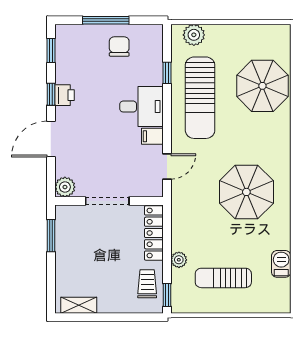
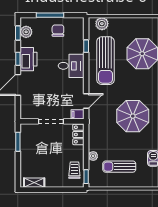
printer: (64, 95) -> (28, 59), width x1.87, depth x1.48
filing cabinet: (152, 136) -> (78, 114), moved
plant: (65, 187) -> (26, 32), moved
locker: (154, 233) -> (78, 134), width x0.66

